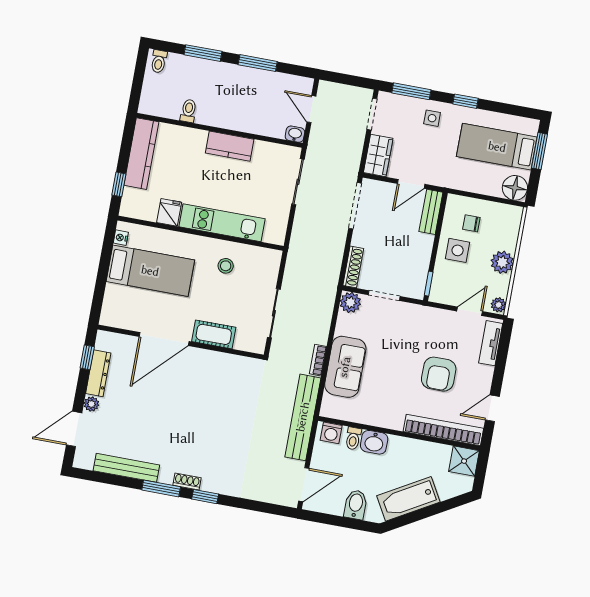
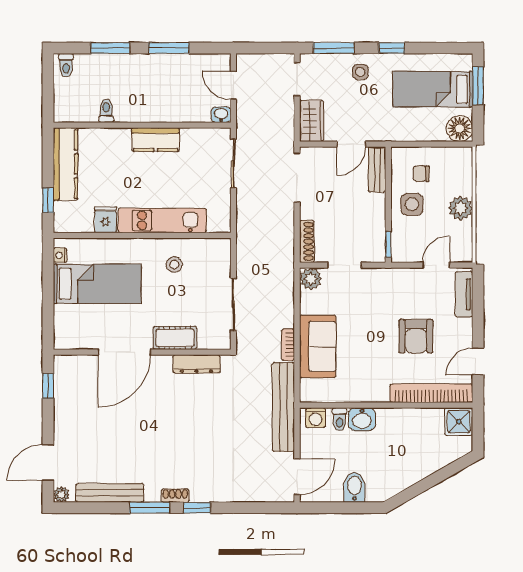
plant: (499, 305) -> (465, 253), removed
dresser: (98, 373) -> (196, 364), moved, turned 90
plant: (91, 404) -> (61, 494), moved
bathtub: (408, 499) -> (408, 471), removed

